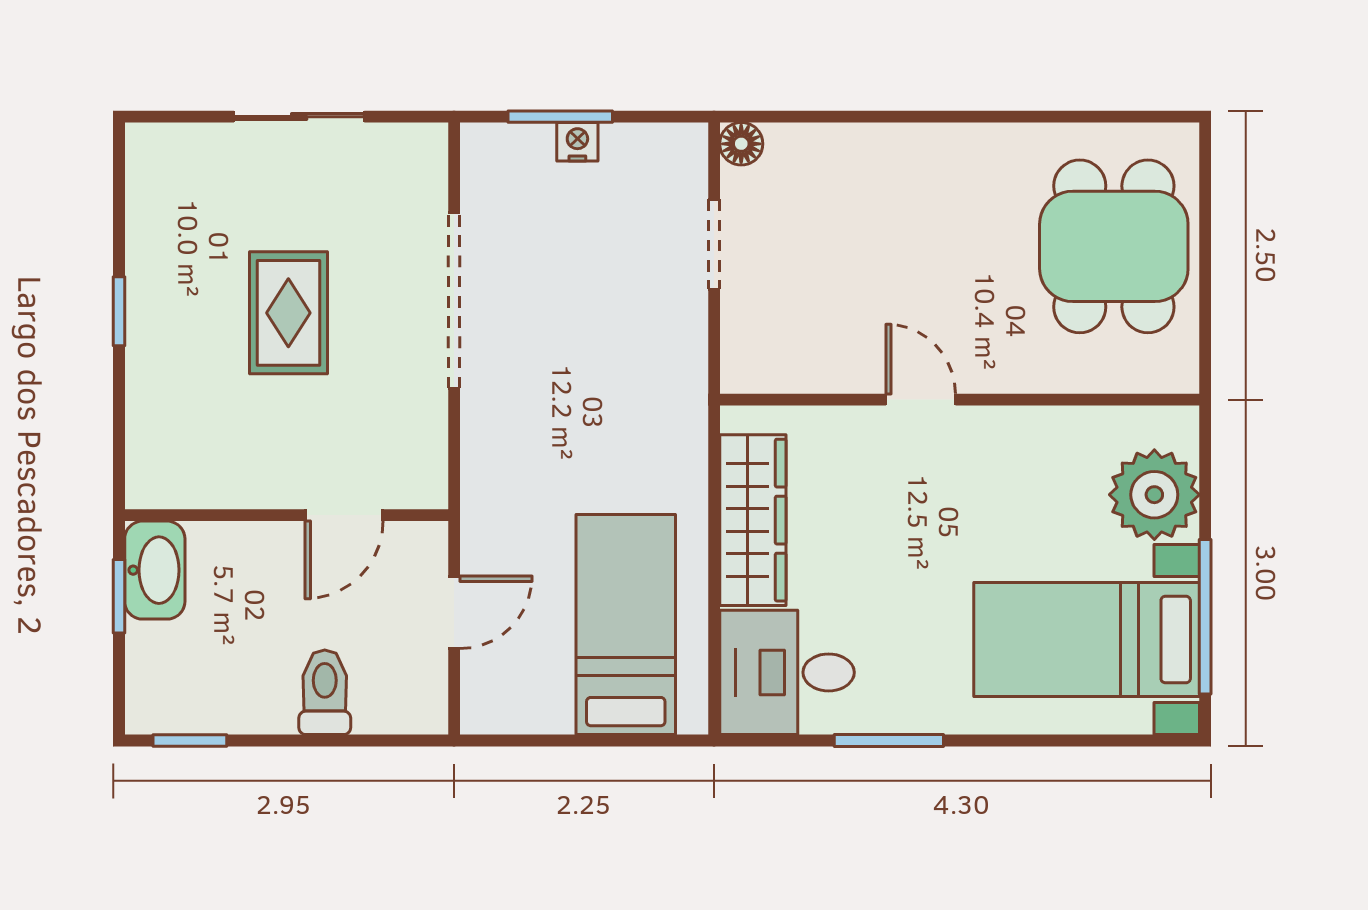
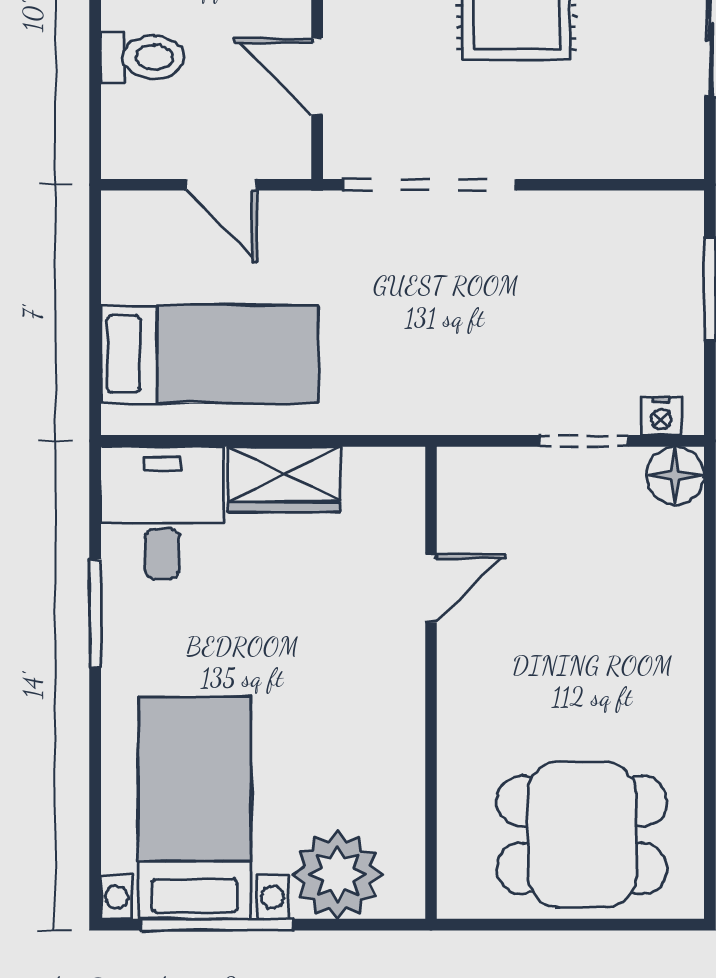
nightstand: (577, 142) -> (661, 416), moved, turned 90
floor lamp: (741, 144) -> (675, 475), width x1.37, depth x1.37
doorway: (454, 301) -> (429, 185), moved
door: (921, 400) -> (431, 588), moved
wardrobe: (753, 520) -> (284, 479), width x0.67

